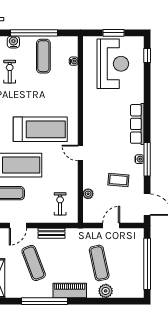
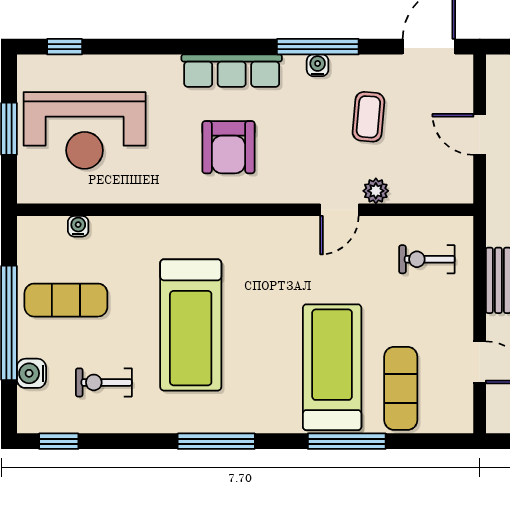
reception desk: (113, 64) -> (85, 130), turned 180
armchair: (106, 123) -> (228, 147), added
treadmill: (40, 129) -> (191, 325), moved, turned 180
door: (80, 153) -> (339, 210), moved
plant: (88, 194) -> (376, 191), moved

